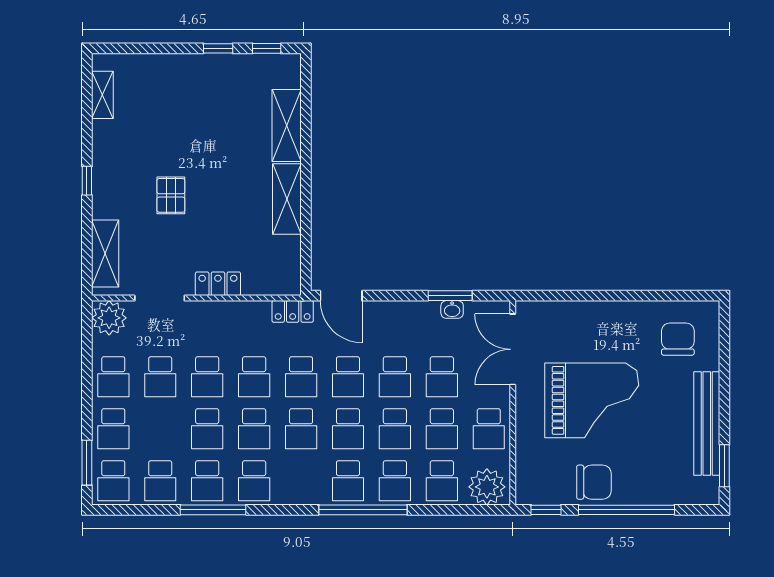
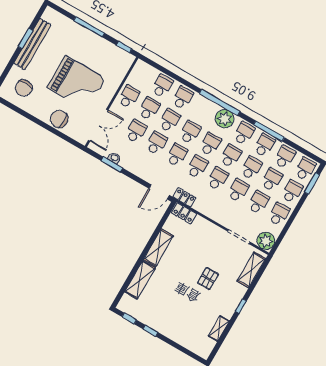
shelving: (102, 95) -> (219, 329), moved
locker: (218, 284) -> (184, 213), moved
door: (341, 296) -> (159, 192), swing flipped
grand piano: (592, 400) -> (77, 83), turned 180
window: (724, 466) -> (25, 38), moved
school desk: (348, 481) -> (272, 180), moved
chair: (594, 482) -> (59, 119), moved
plant: (487, 487) -> (225, 119), moved
window: (363, 510) -> (220, 102), moved
window: (627, 510) -> (89, 27), width x0.68

